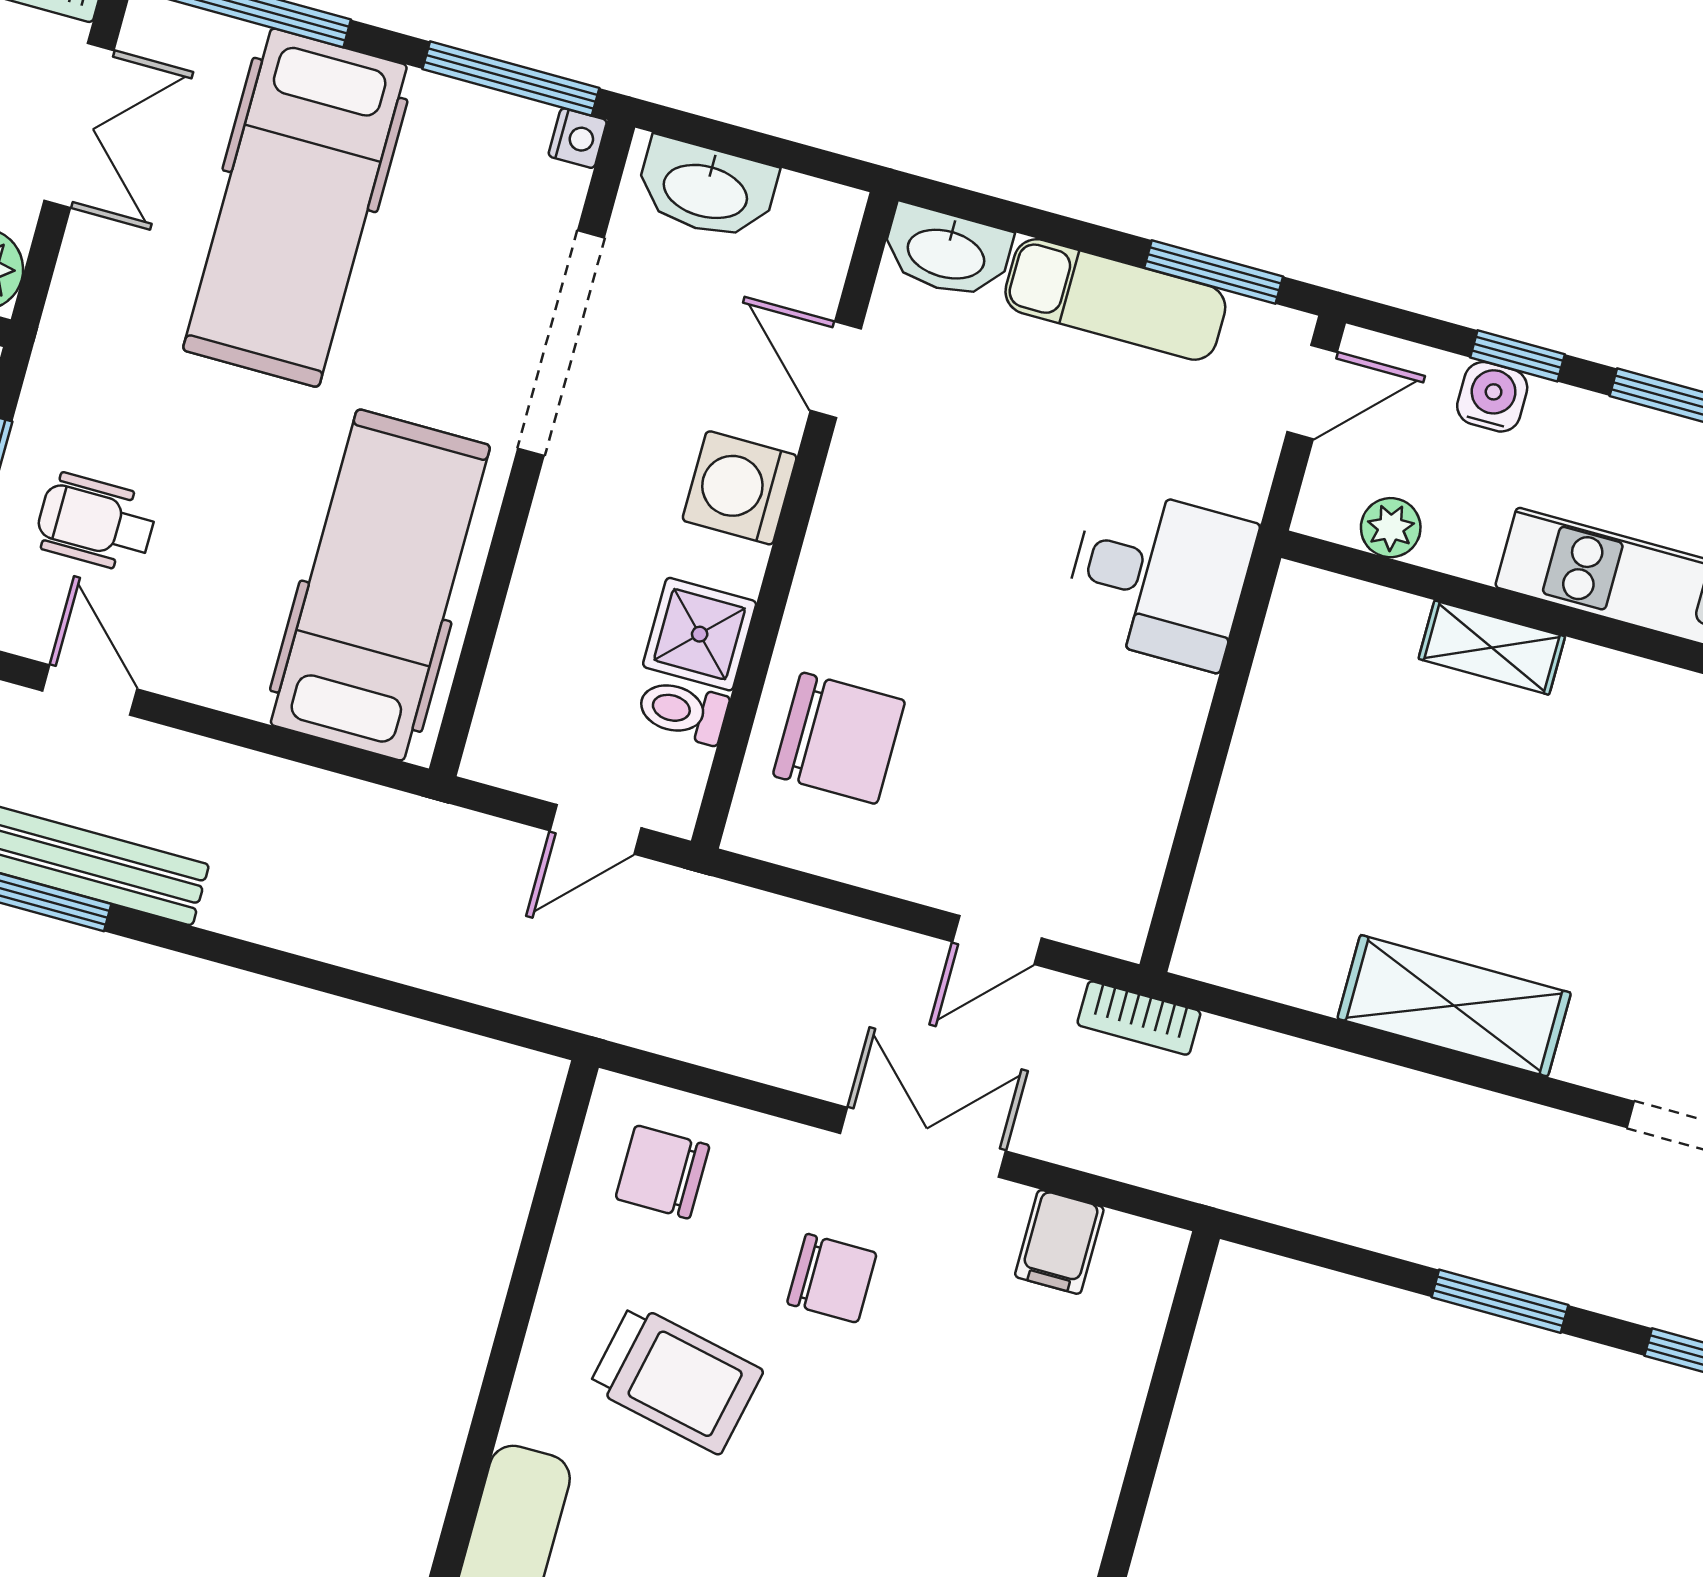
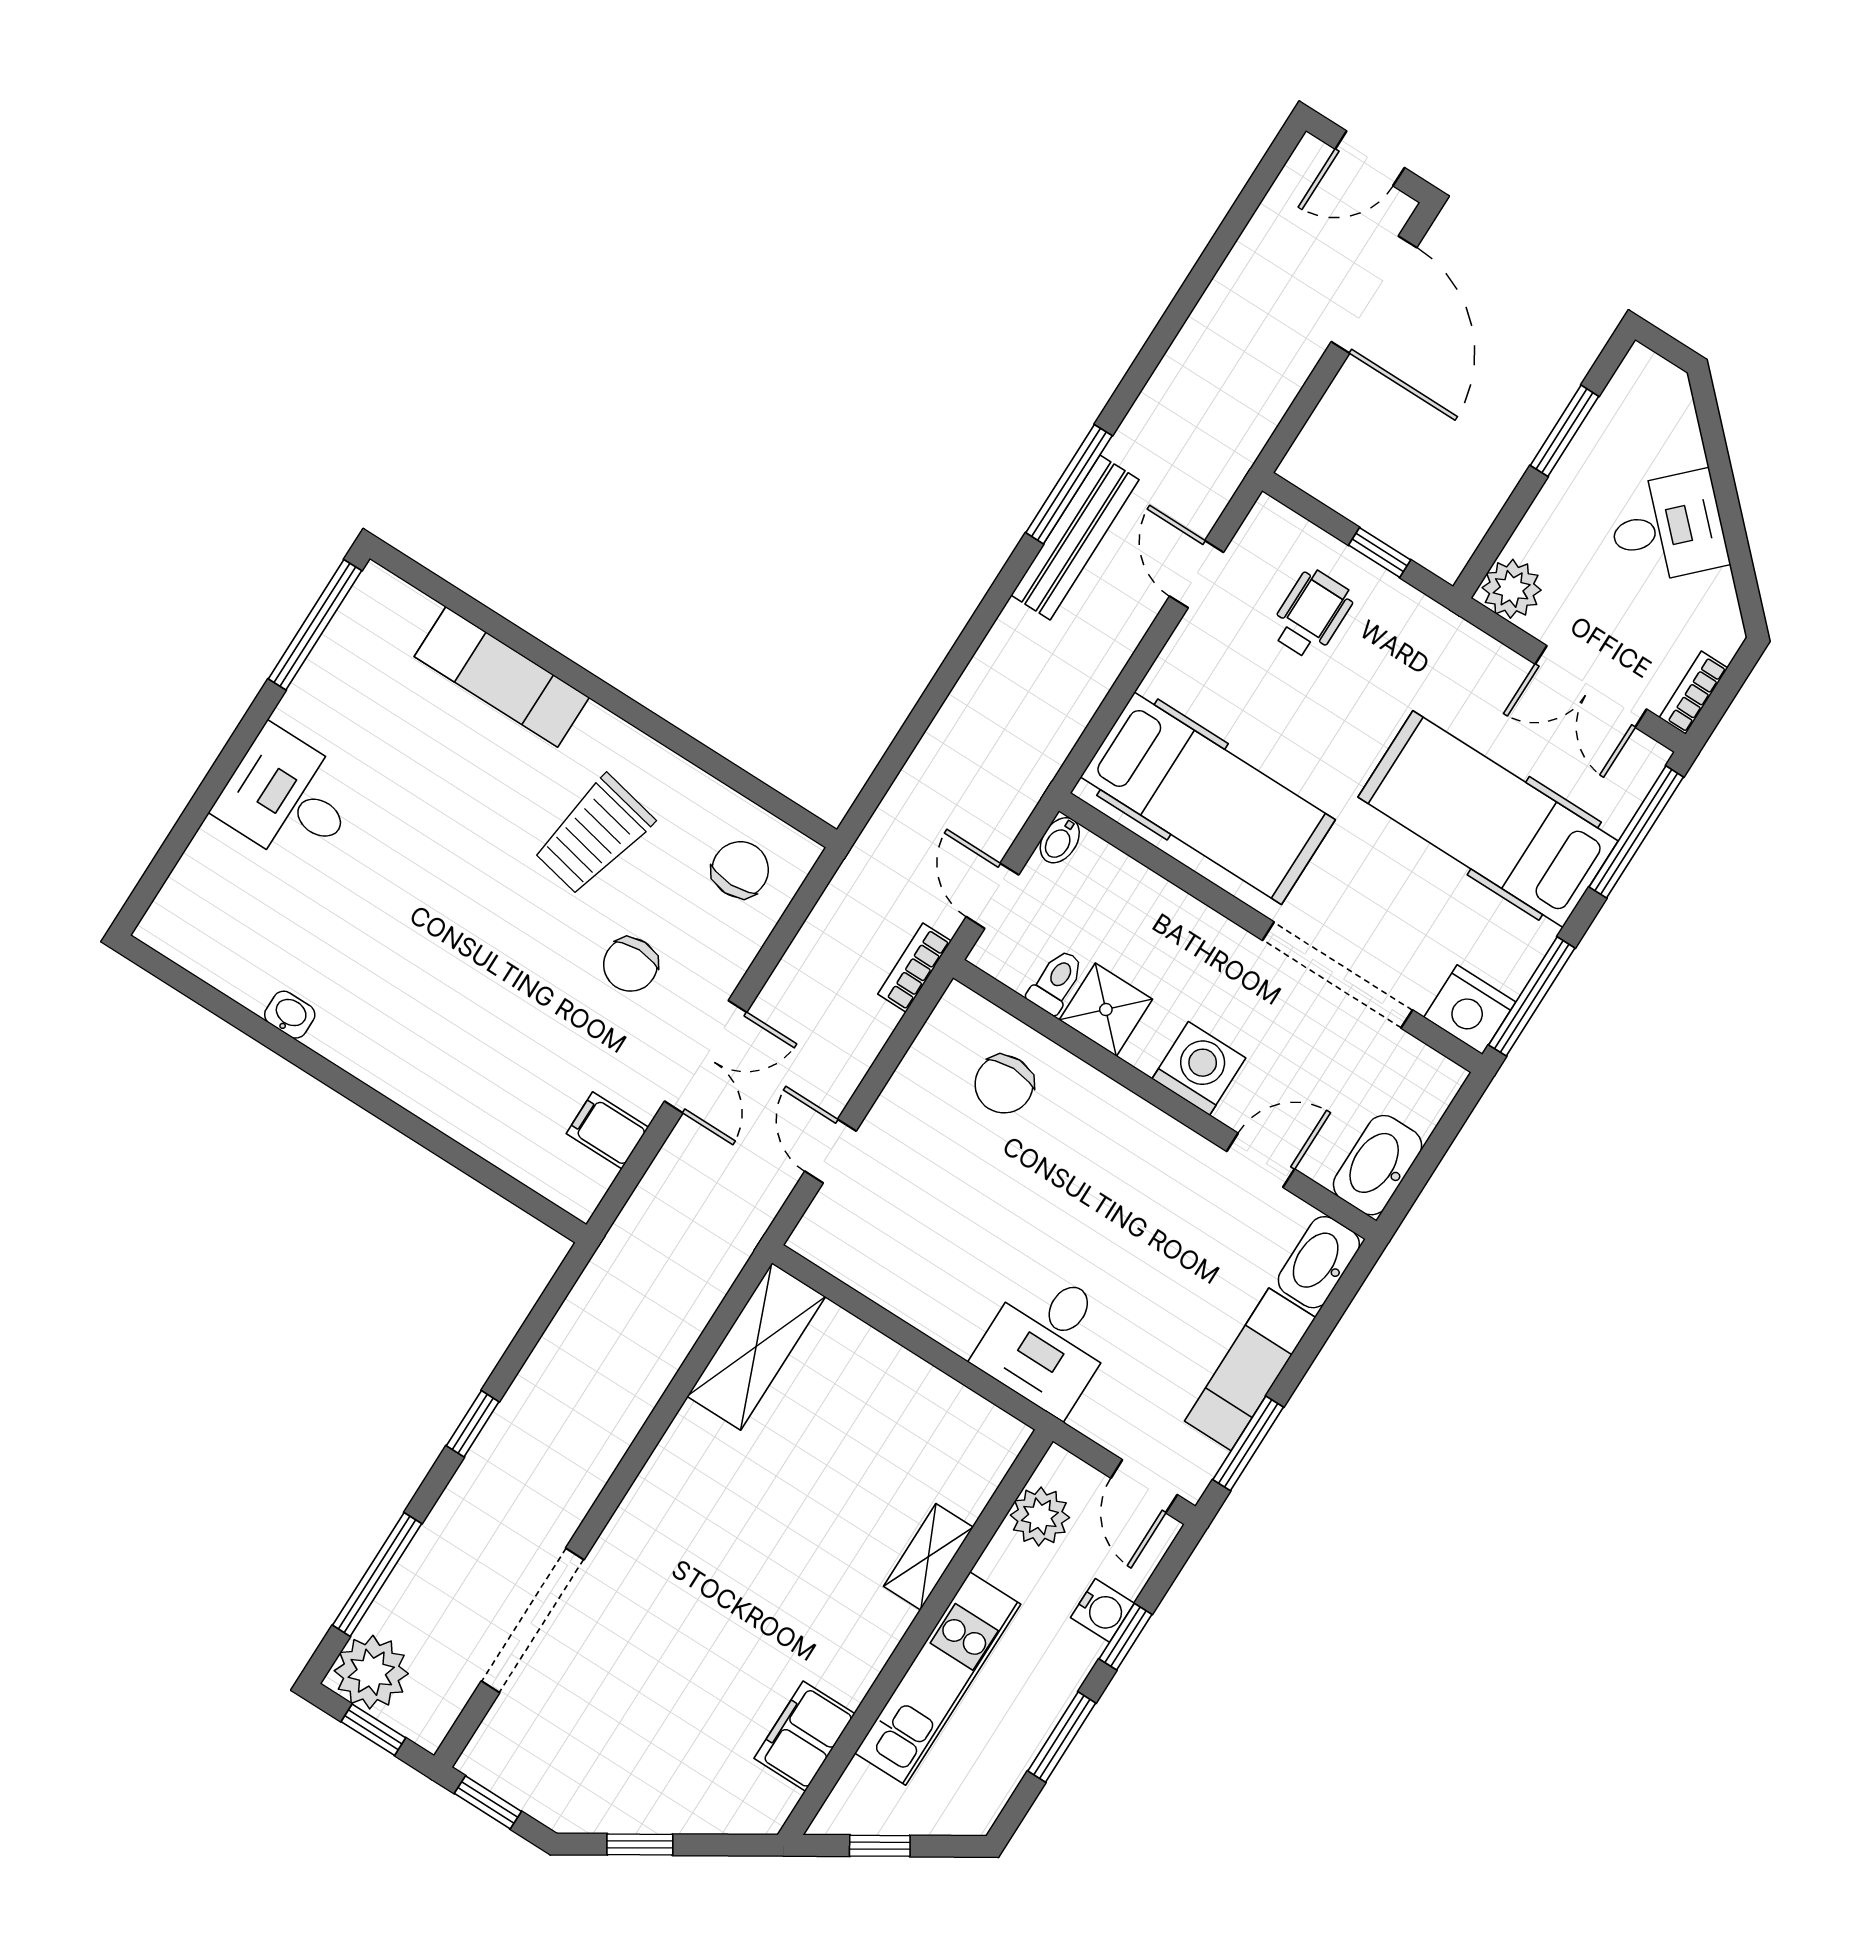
nightstand: (578, 138) -> (1470, 1010), width x1.89, depth x1.79
washbasin: (706, 189) -> (1378, 1165), moved
plant: (1391, 528) -> (1040, 1516), width x1.38, depth x1.38
door: (90, 690) -> (1197, 574), swing flipped
chair: (839, 738) -> (1004, 1084), width x0.73, depth x0.73
bidet: (495, 763) -> (1060, 840), added
shelving: (1454, 1006) -> (756, 1346), moved
bookcase: (1139, 1018) -> (915, 968), moved
window: (1500, 1301) -> (473, 1424), width x0.67

